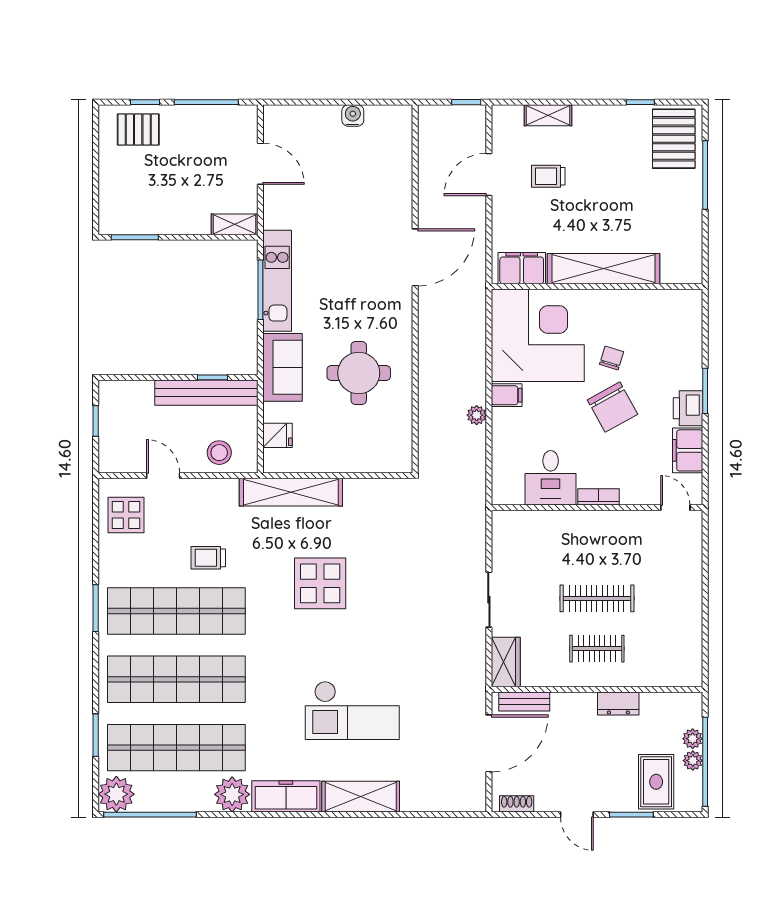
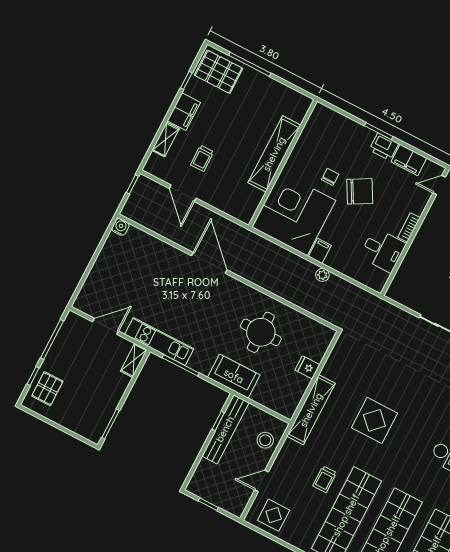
water cooler: (353, 115) -> (120, 227), moved, turned 90
filing cabinet: (522, 268) -> (184, 112), moved, turned 180
kitchen unit: (277, 281) -> (159, 341), moved
chair: (611, 358) -> (330, 177), turned 73
fridge: (277, 435) -> (307, 367), moved, turned -90

